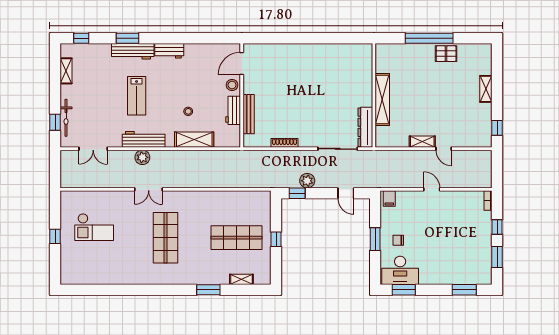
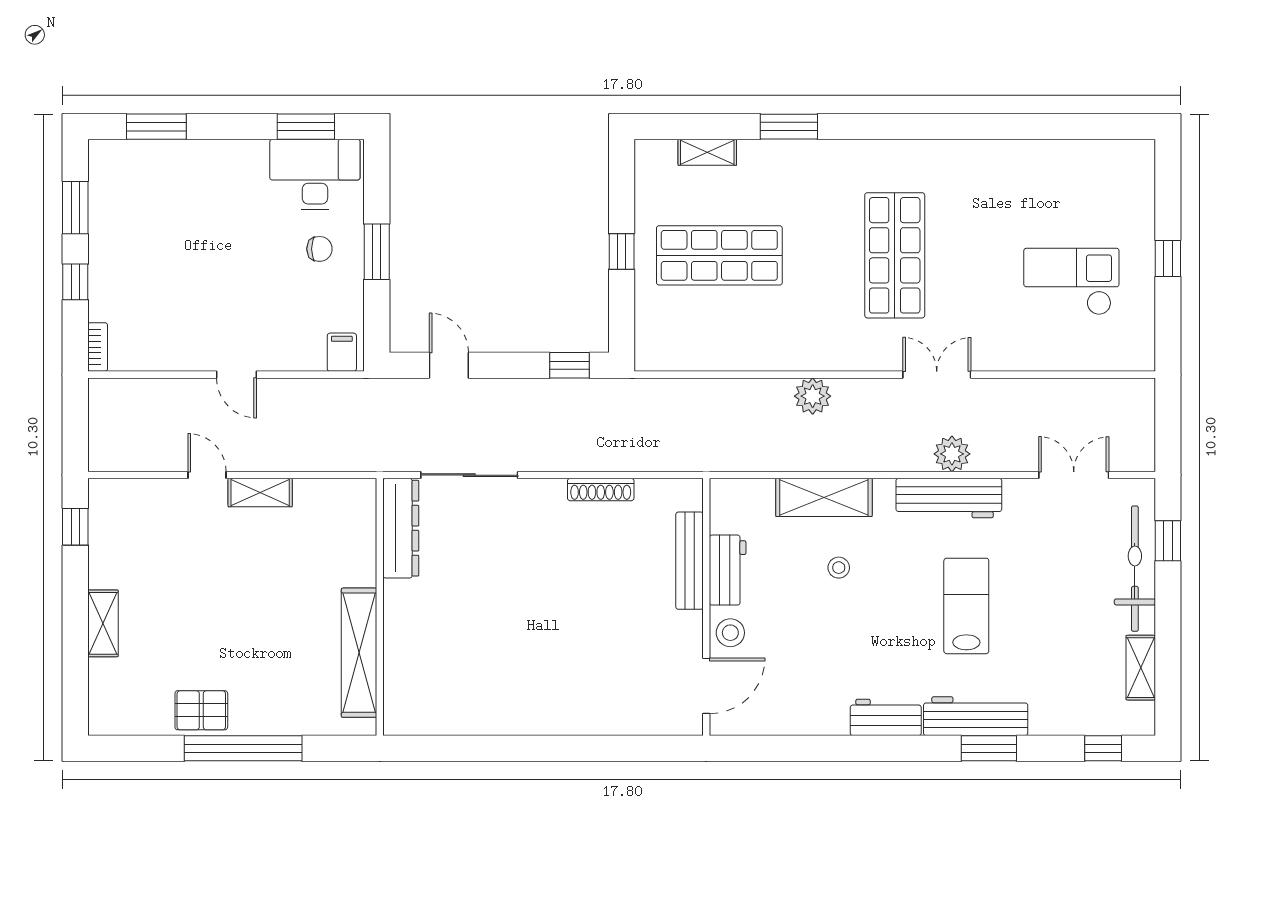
shelving: (382, 99) -> (359, 653), moved
bicycle: (66, 118) -> (1135, 569), width x1.37, depth x1.40
plant: (307, 181) -> (813, 396), moved

